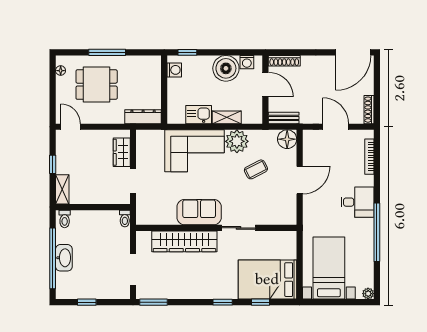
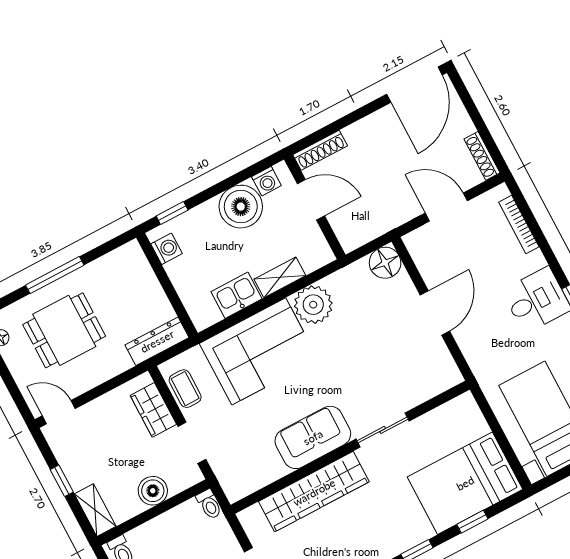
bench: (284, 118) -> (363, 234), removed
coffee table: (256, 169) -> (185, 389), moved, turned -63
boiler: (99, 195) -> (153, 491), added

